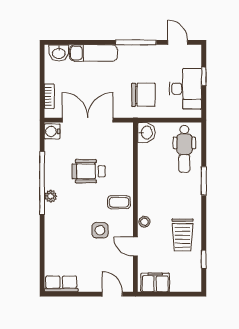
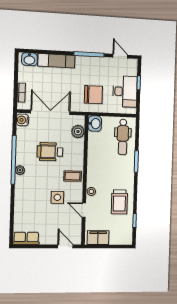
plant: (124, 144) -> (78, 132), added

